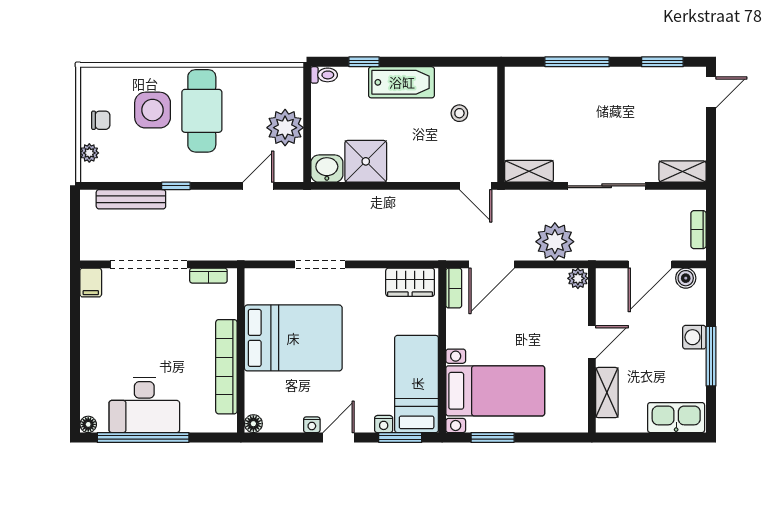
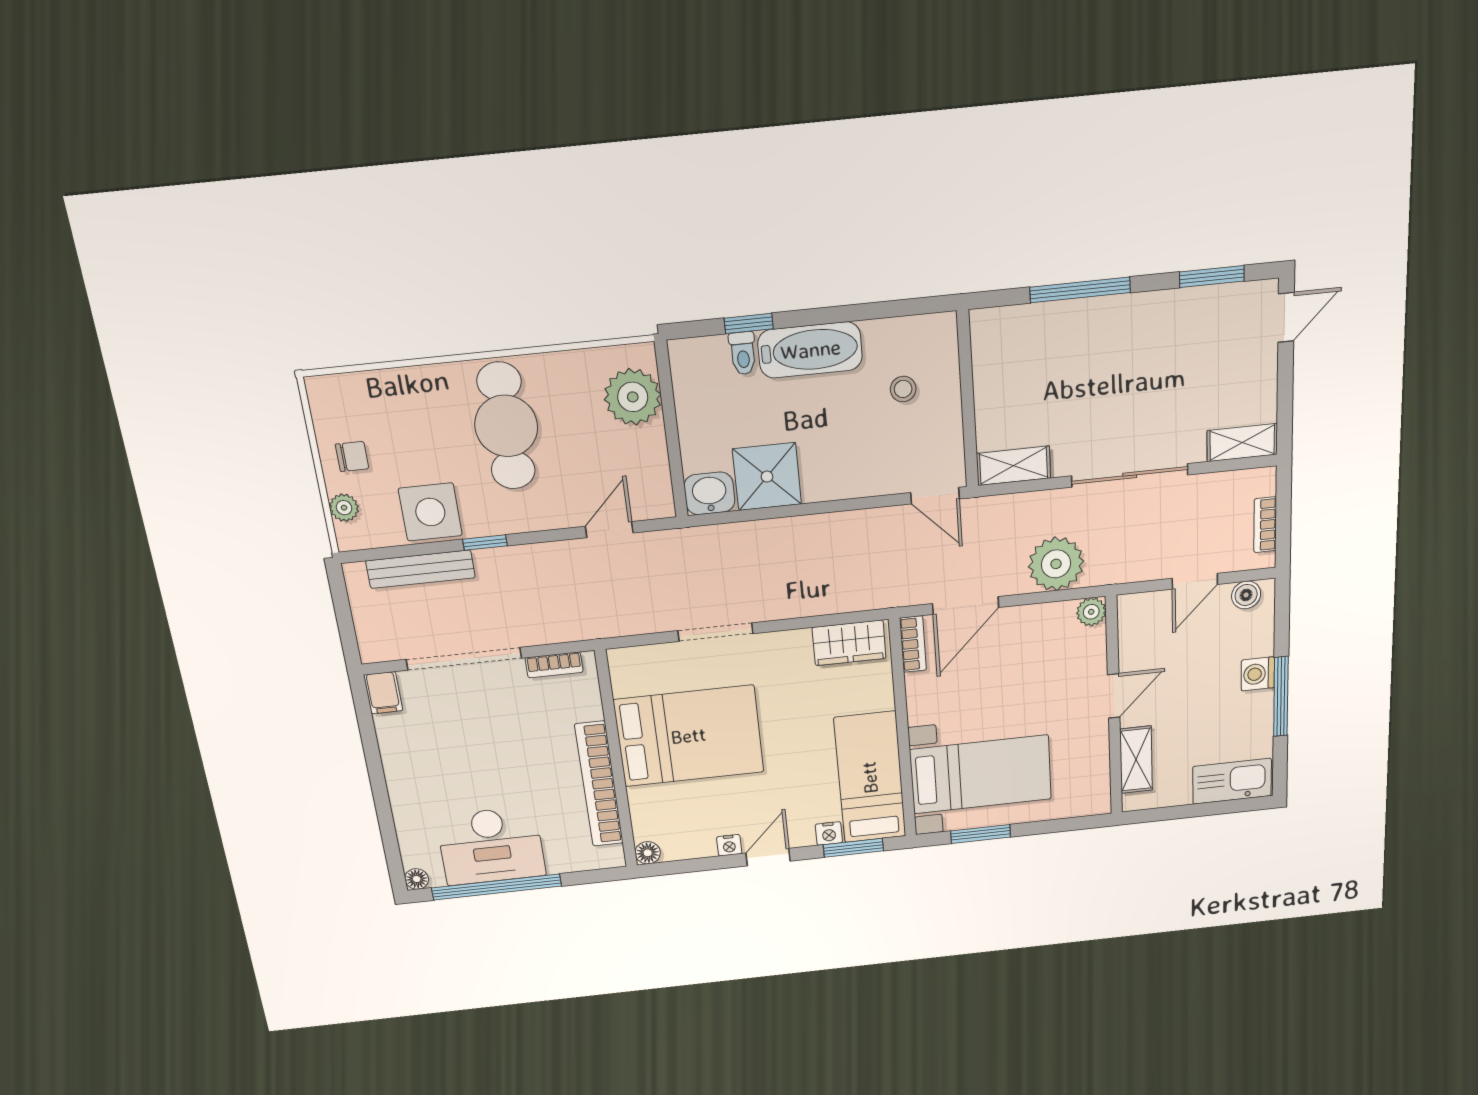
toilet: (324, 75) -> (743, 353), moved, turned 90
side table: (153, 110) -> (430, 512), moved
plant: (285, 128) -> (633, 397), moved
door: (650, 264) -> (1195, 581), width x0.73

